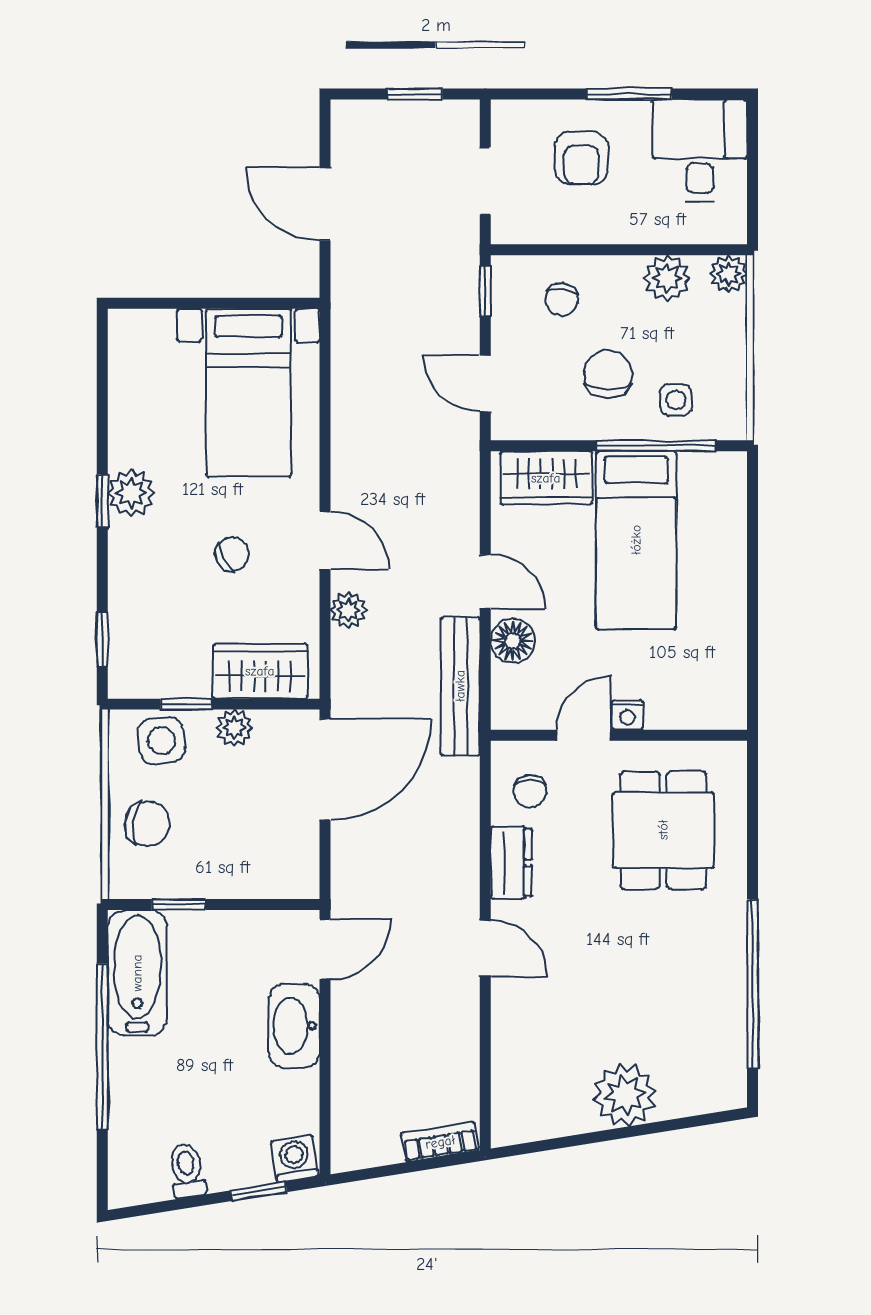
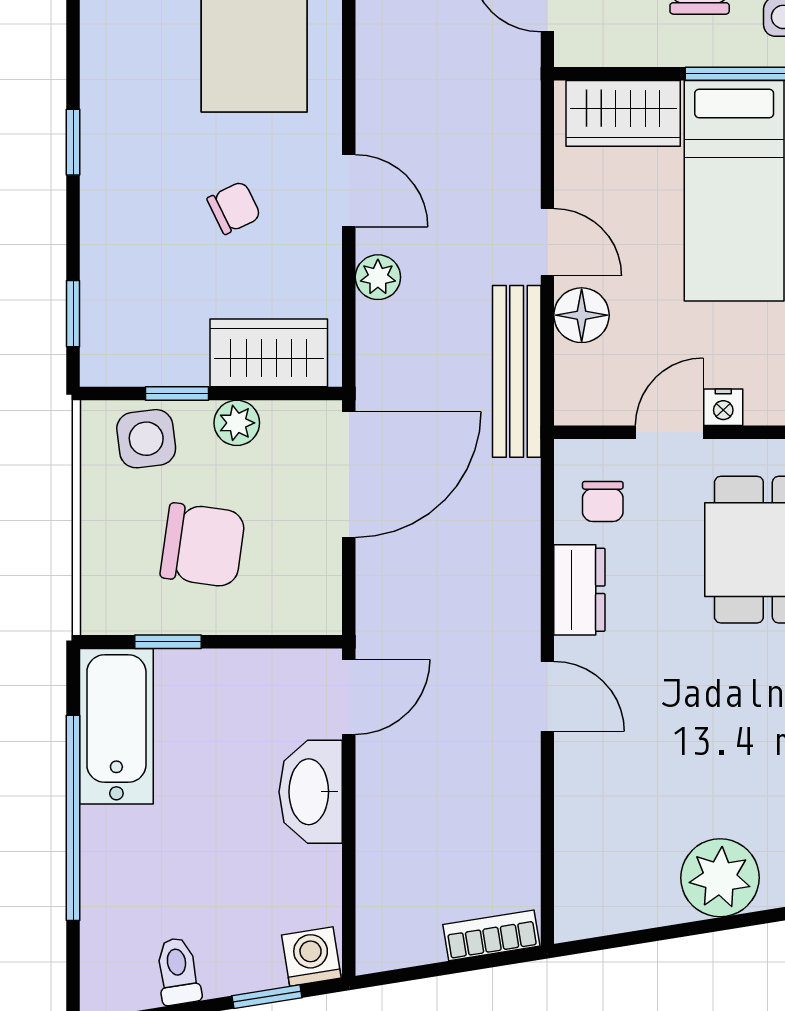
plant: (131, 493) -> (109, 132), removed
chair: (147, 824) -> (203, 545), moved, width x1.37, depth x1.37

